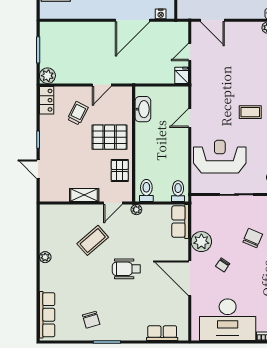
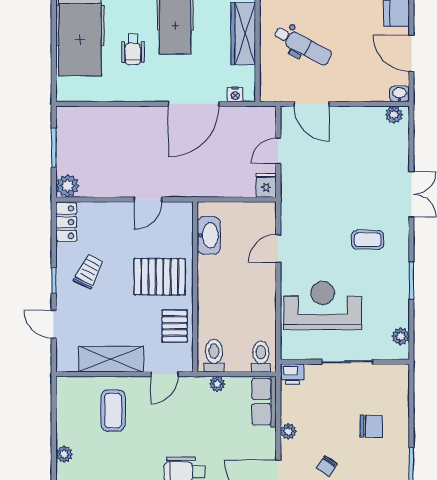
trolley: (78, 113) -> (89, 272), moved
shelving: (84, 195) -> (111, 359), width x1.50, depth x1.33
printer: (199, 203) -> (293, 374), added
plant: (136, 210) -> (217, 384), moved
chair: (253, 238) -> (371, 426), turned 67
coffee table: (93, 240) -> (113, 411), moved, turned -49
plant: (201, 242) -> (288, 431), width x0.53, depth x0.53

